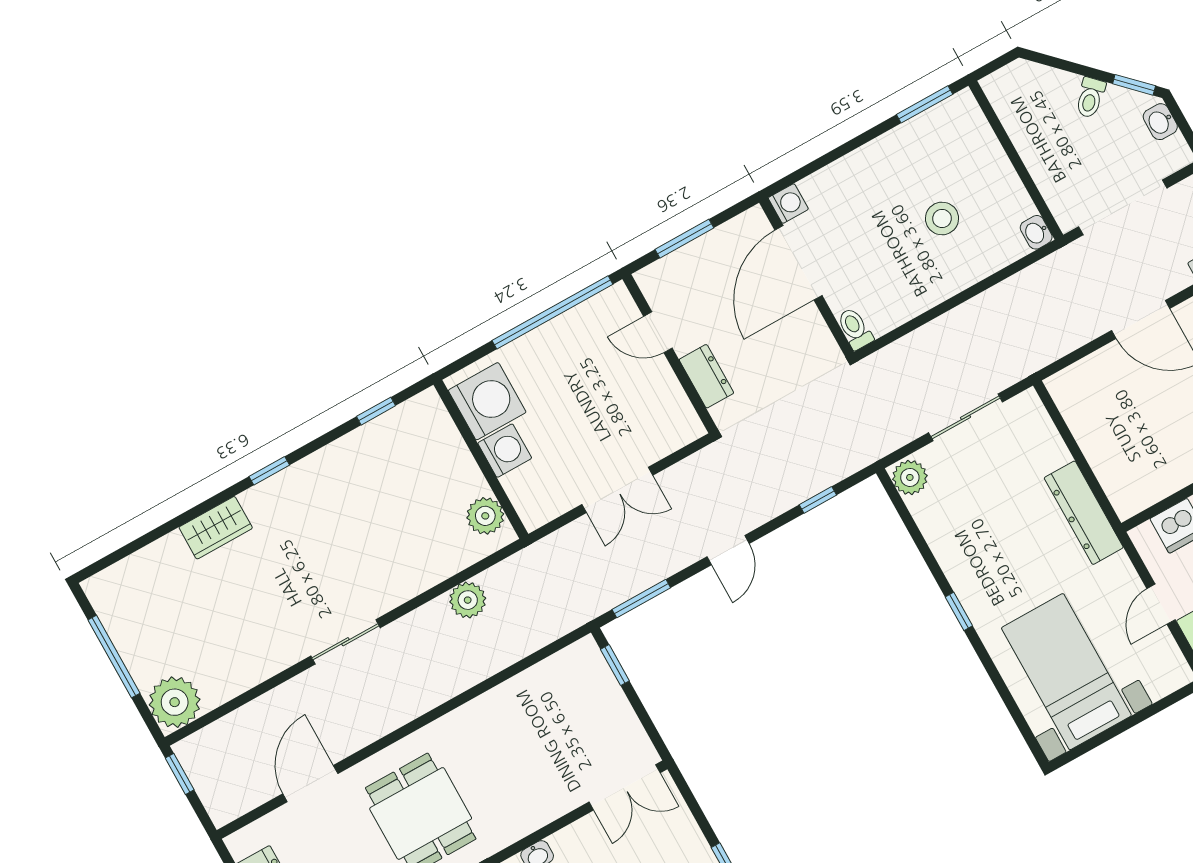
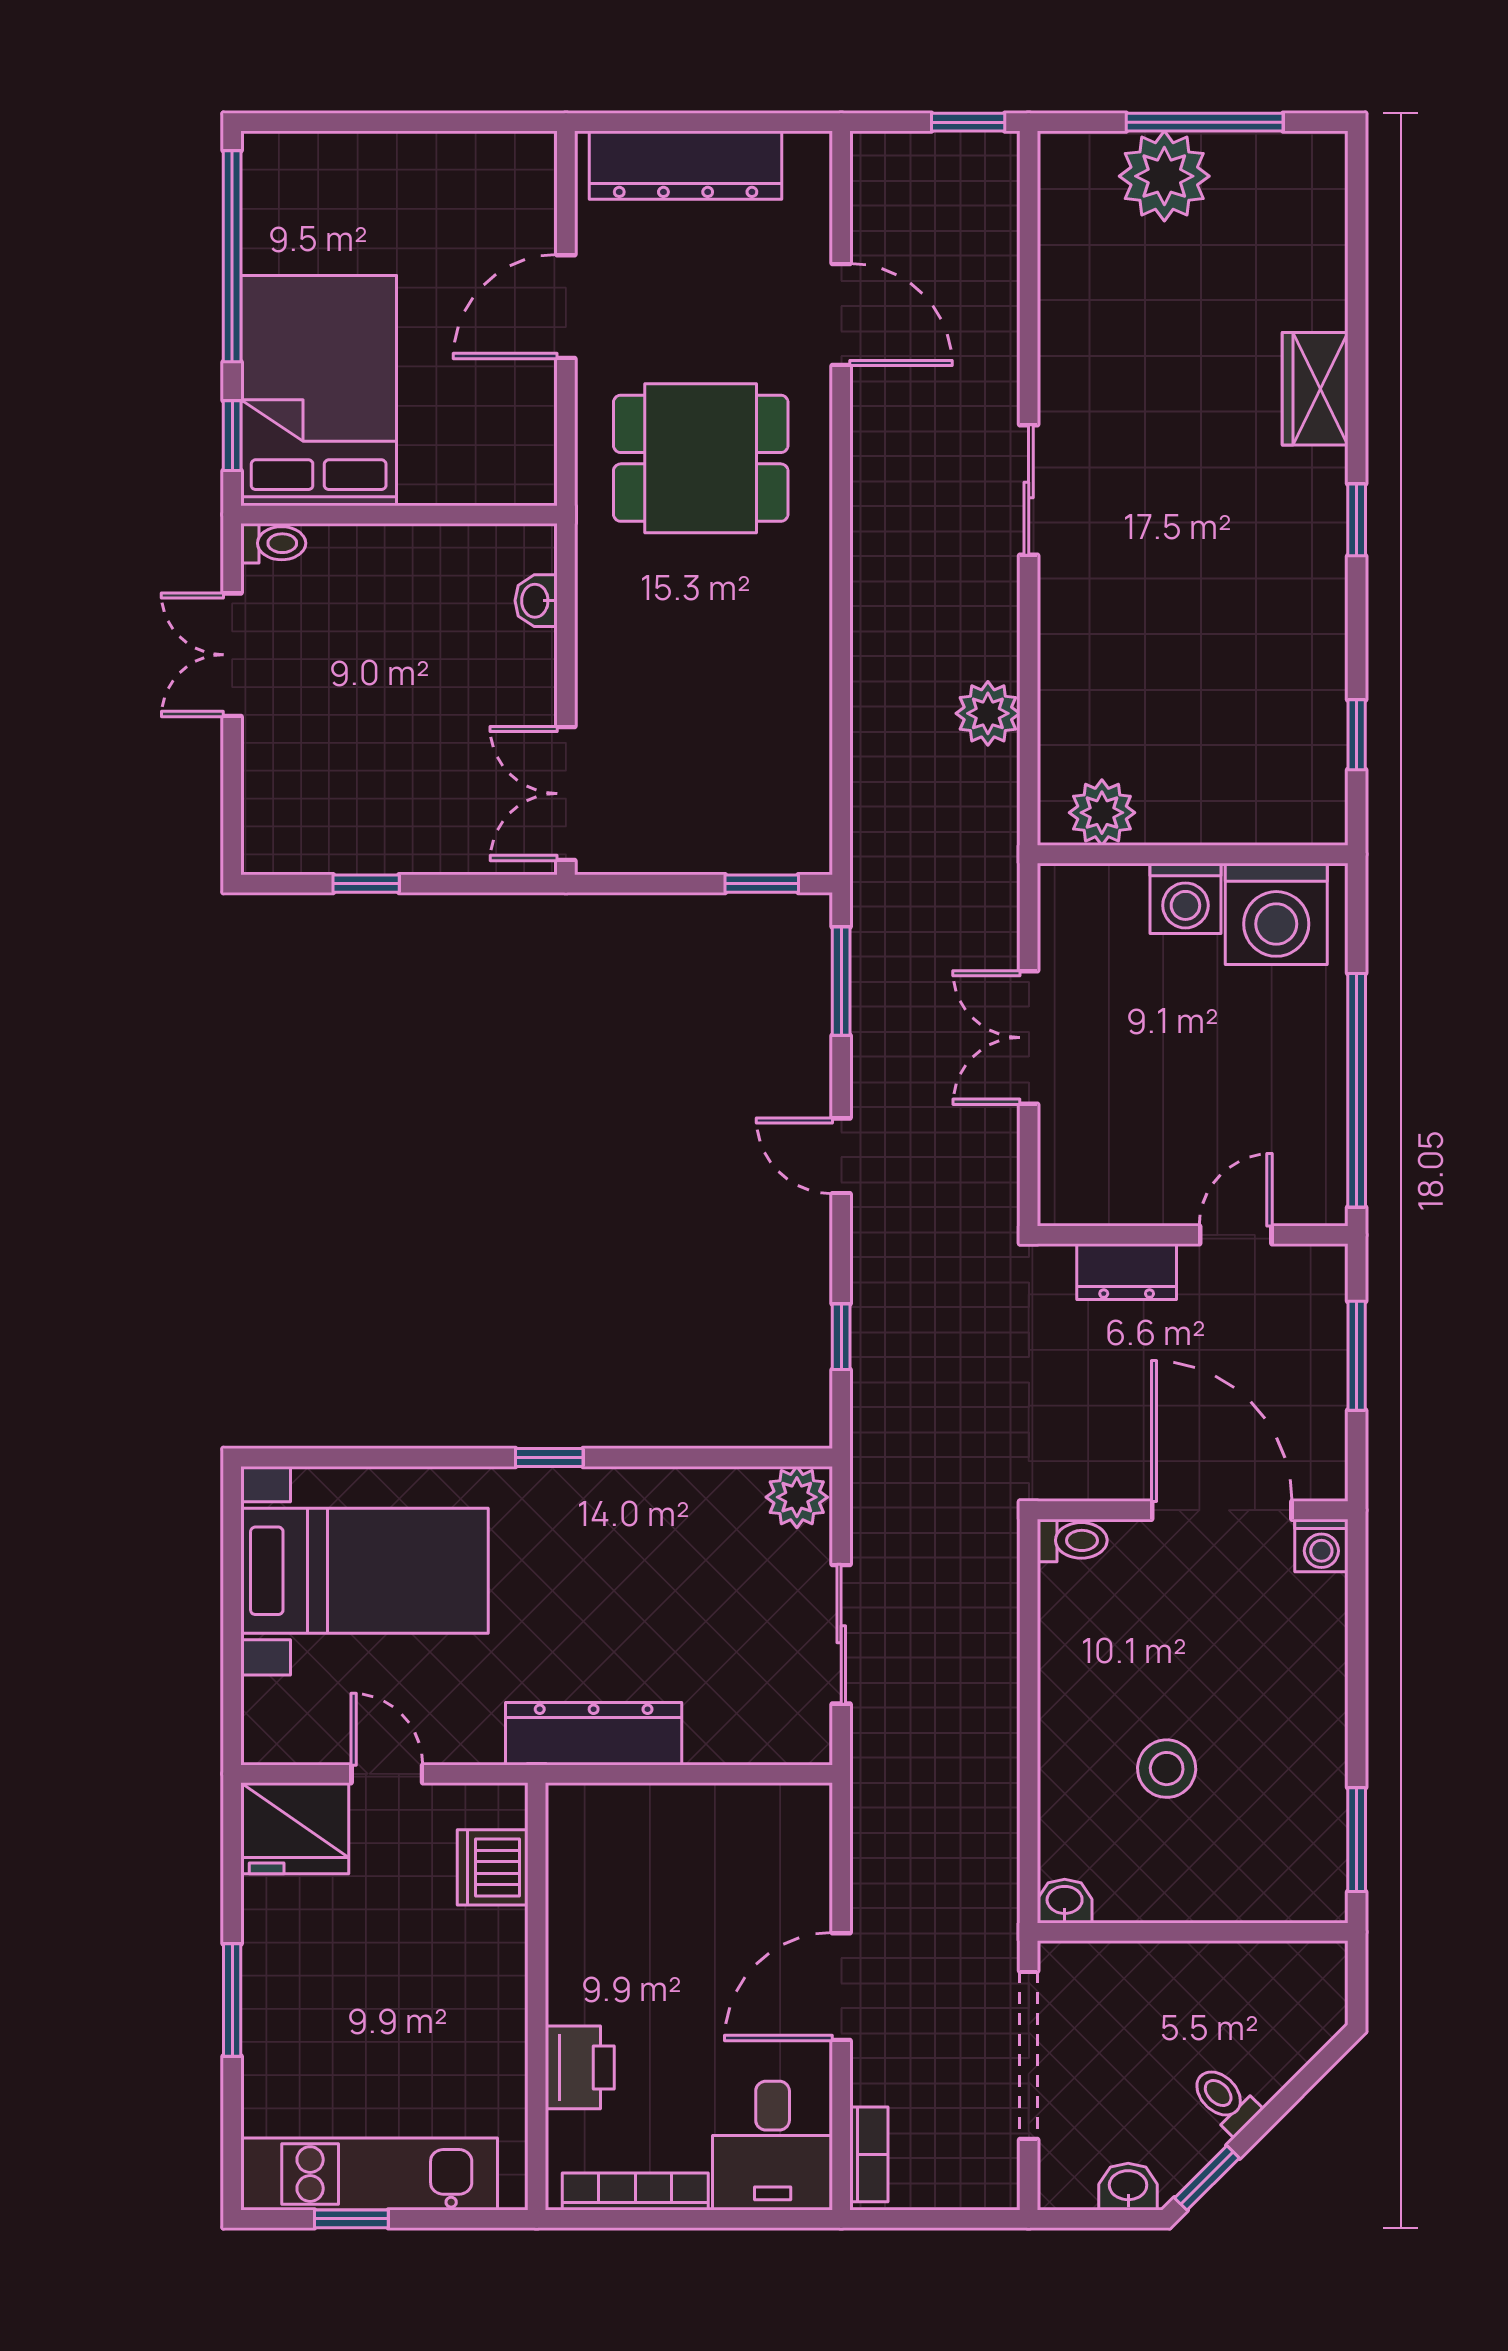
plant: (175, 702) -> (1164, 176), moved

